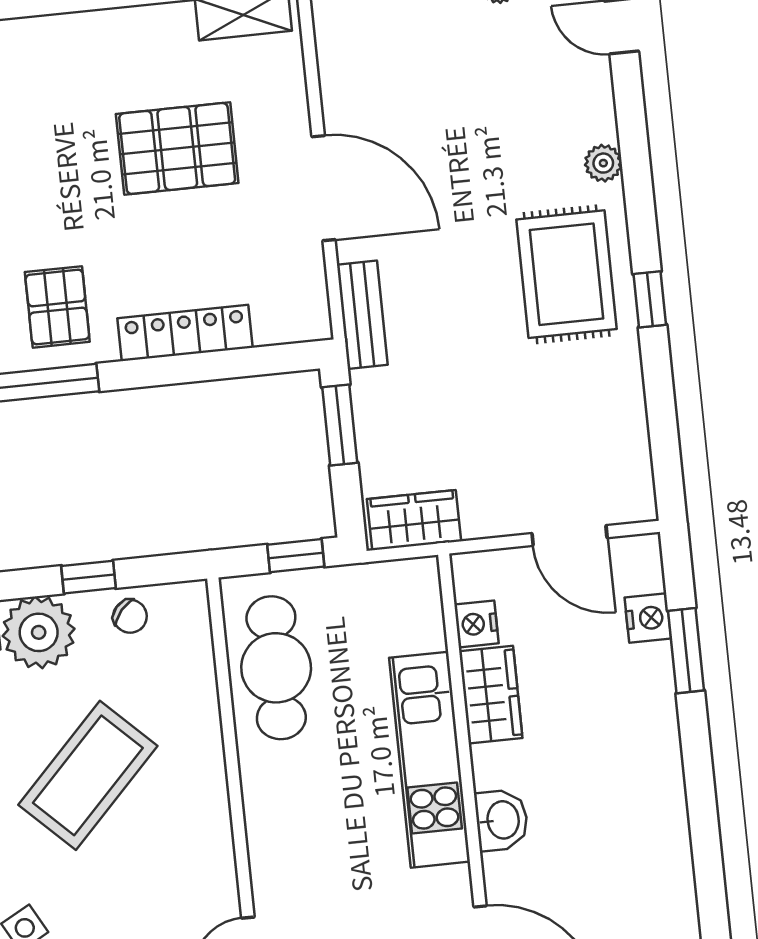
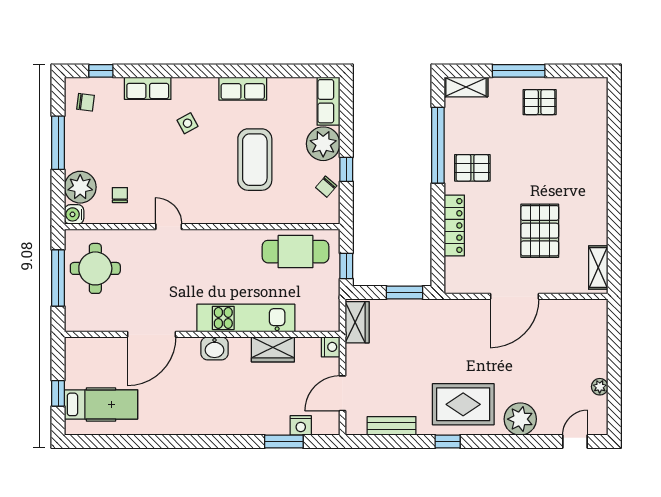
plant: (603, 163) -> (520, 419), width x1.87, depth x1.87
bench: (362, 315) -> (392, 426), moved
nightstand: (476, 624) -> (331, 347), moved, turned 90
coffee table: (88, 775) -> (255, 160), turned 46

